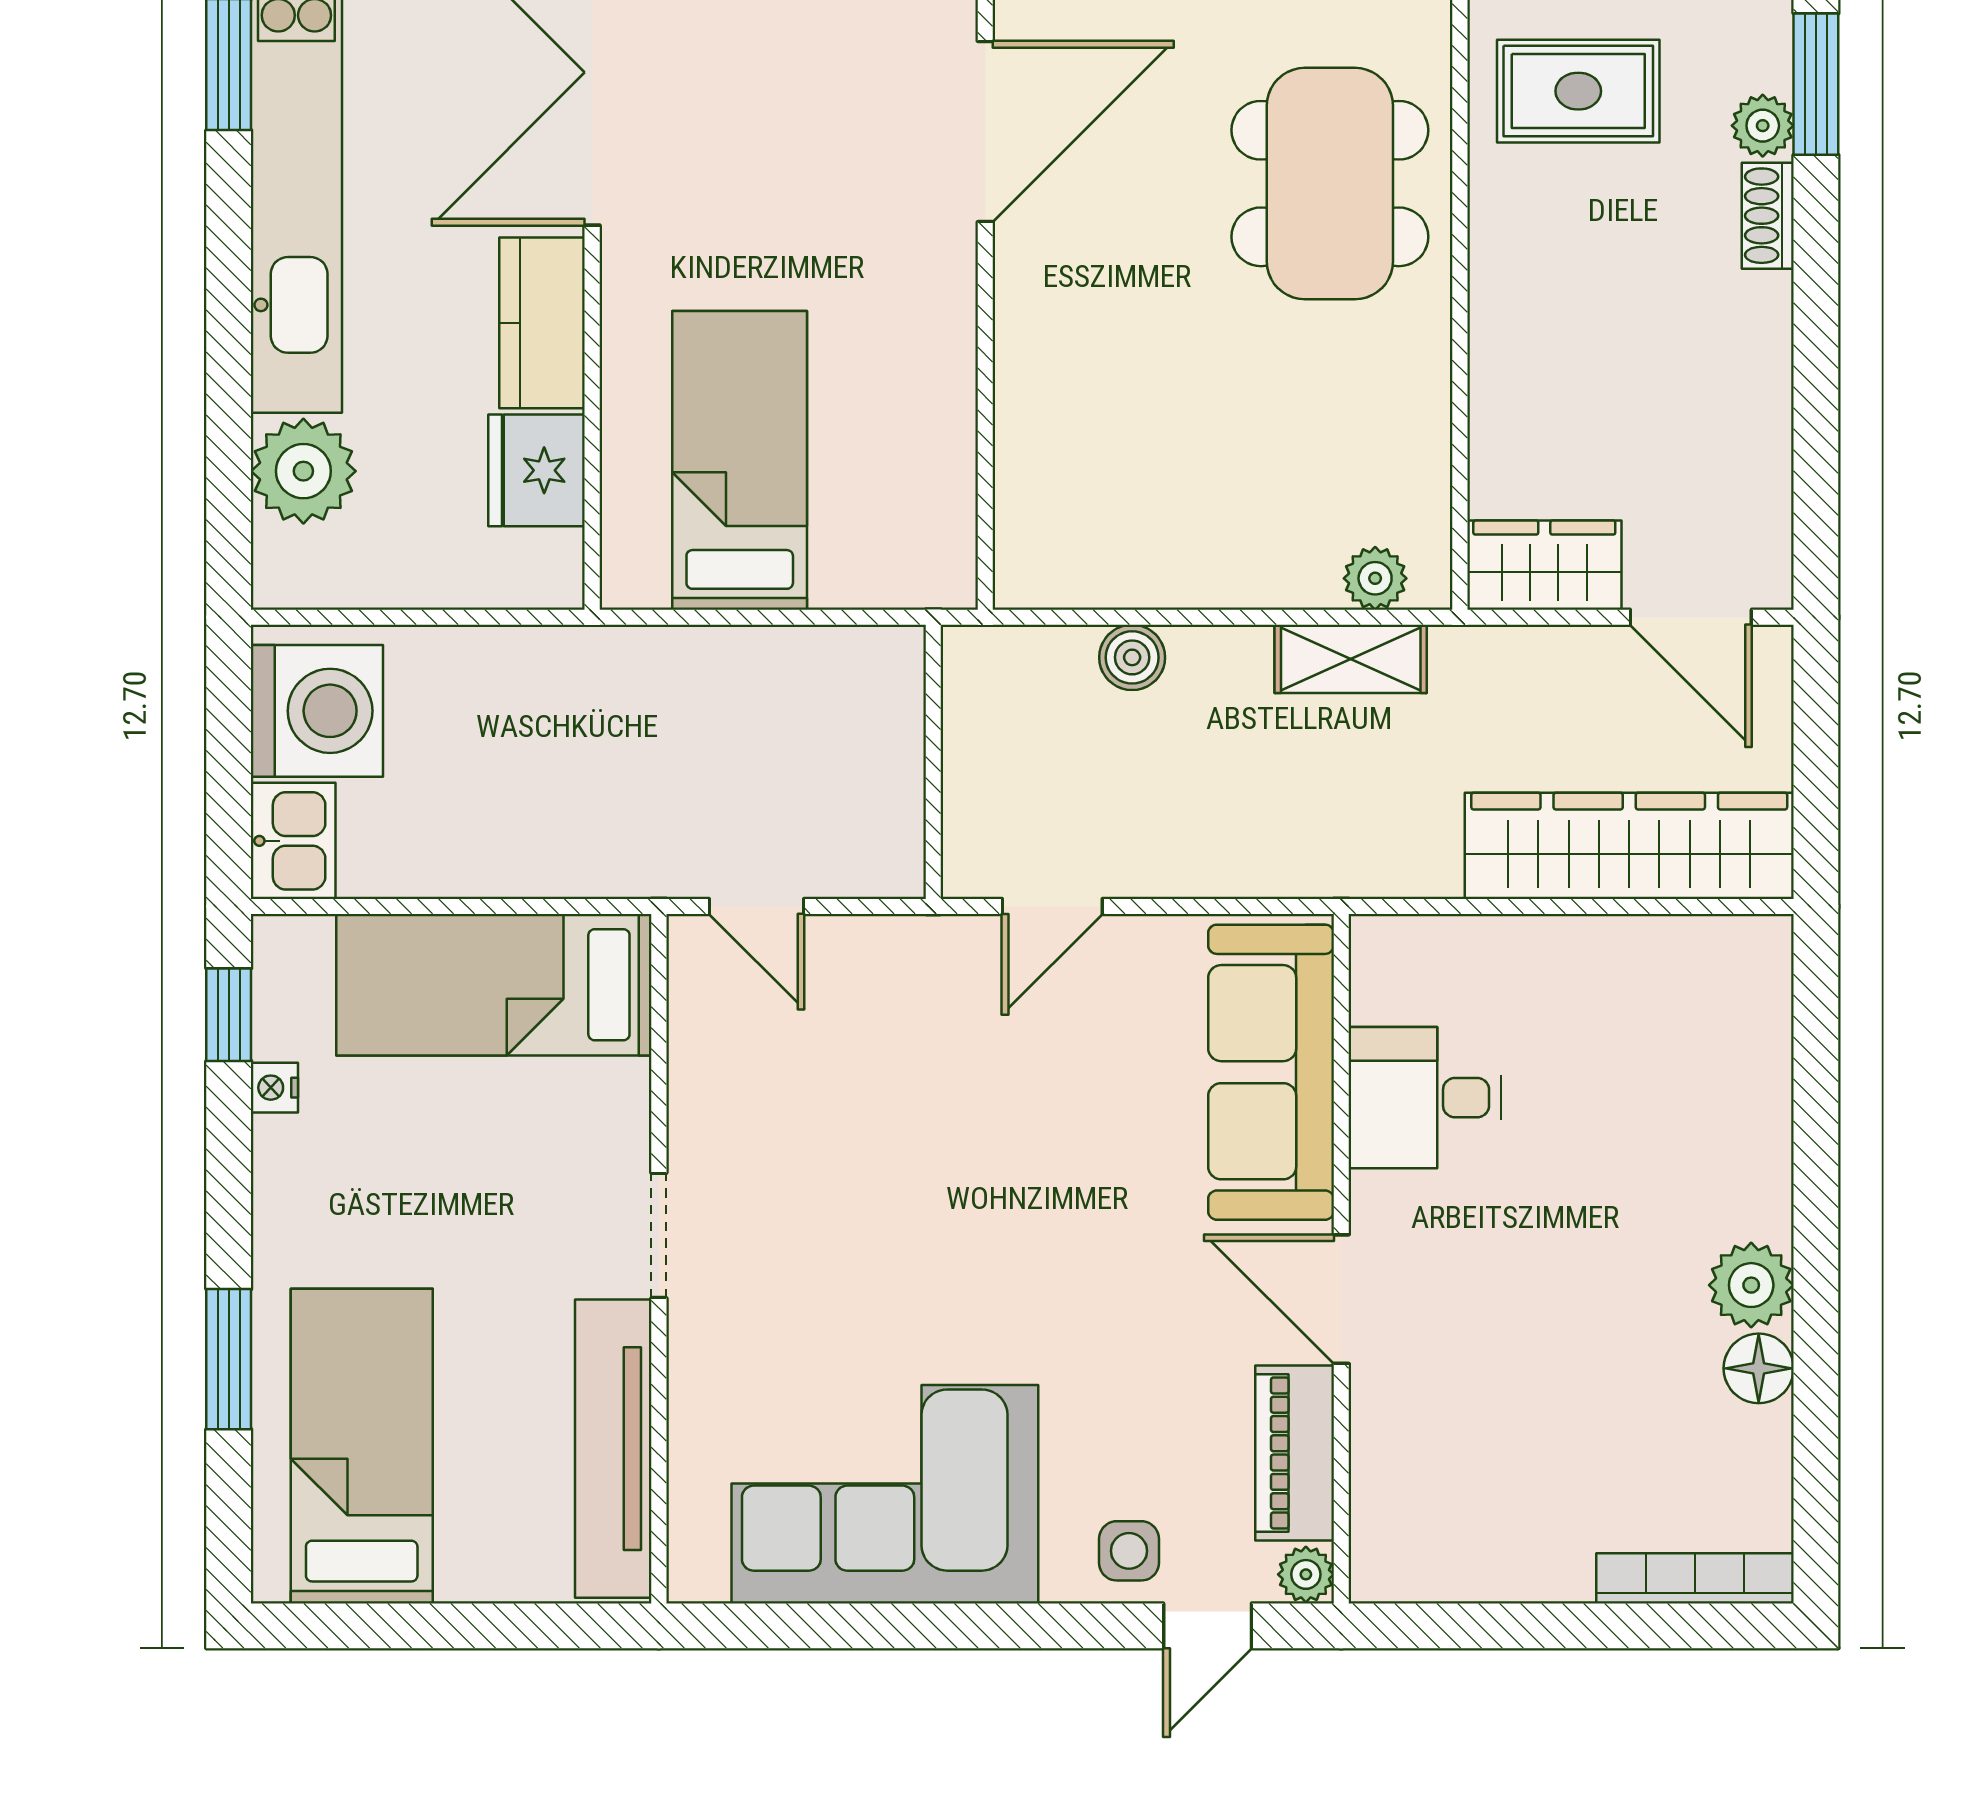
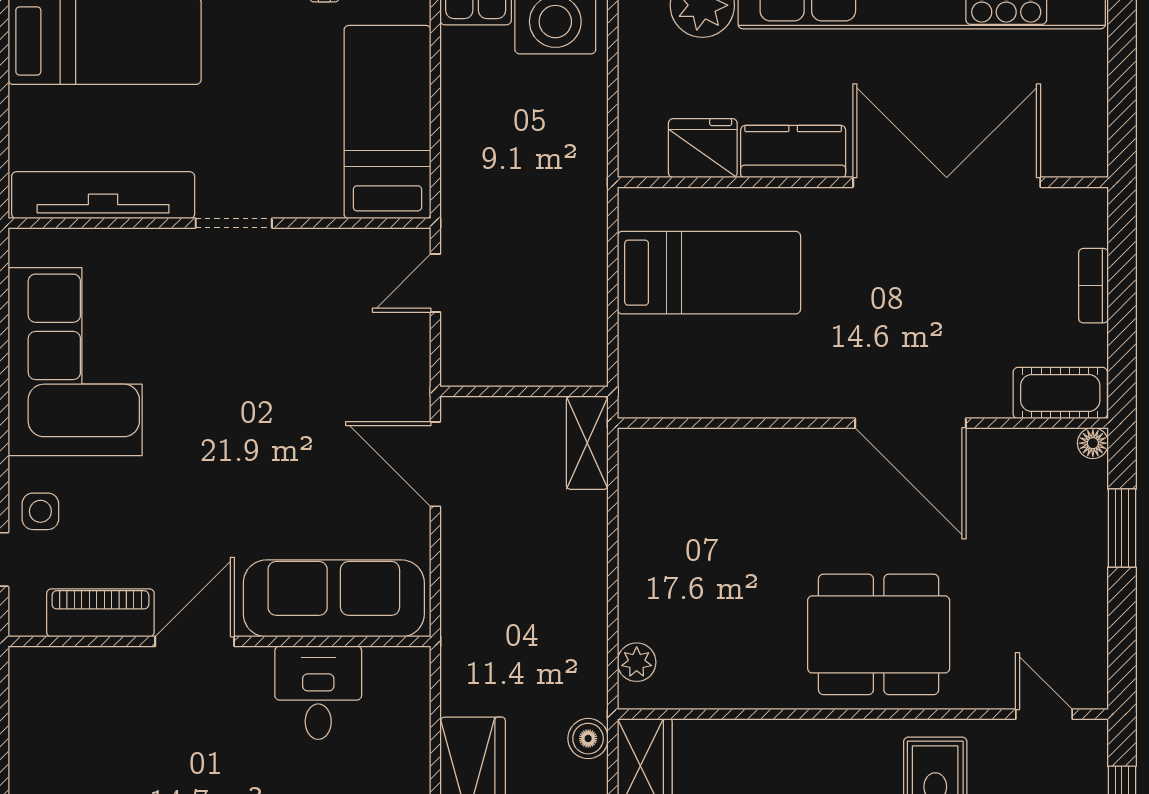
boiler: (1132, 657) -> (588, 739), moved
shelving: (1351, 659) -> (587, 443), moved
door: (1052, 906) -> (435, 464), width x1.38
plant: (1306, 1574) -> (26, 620), removed

